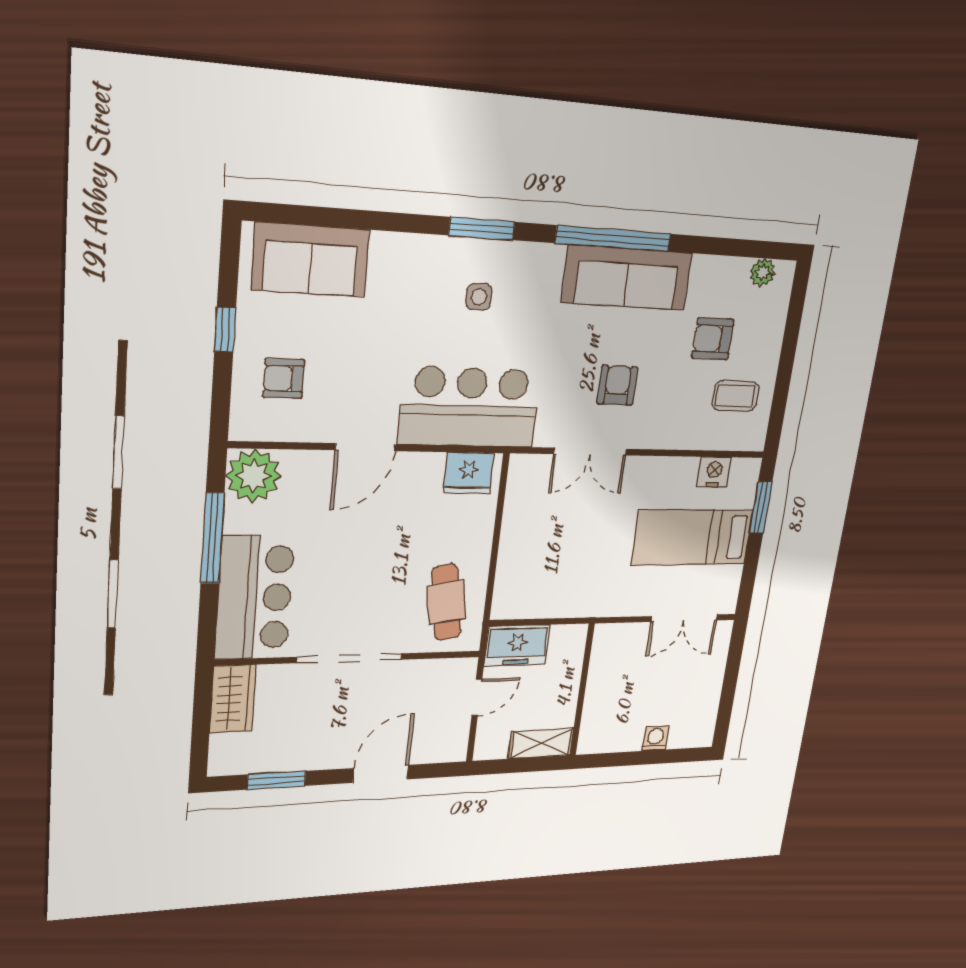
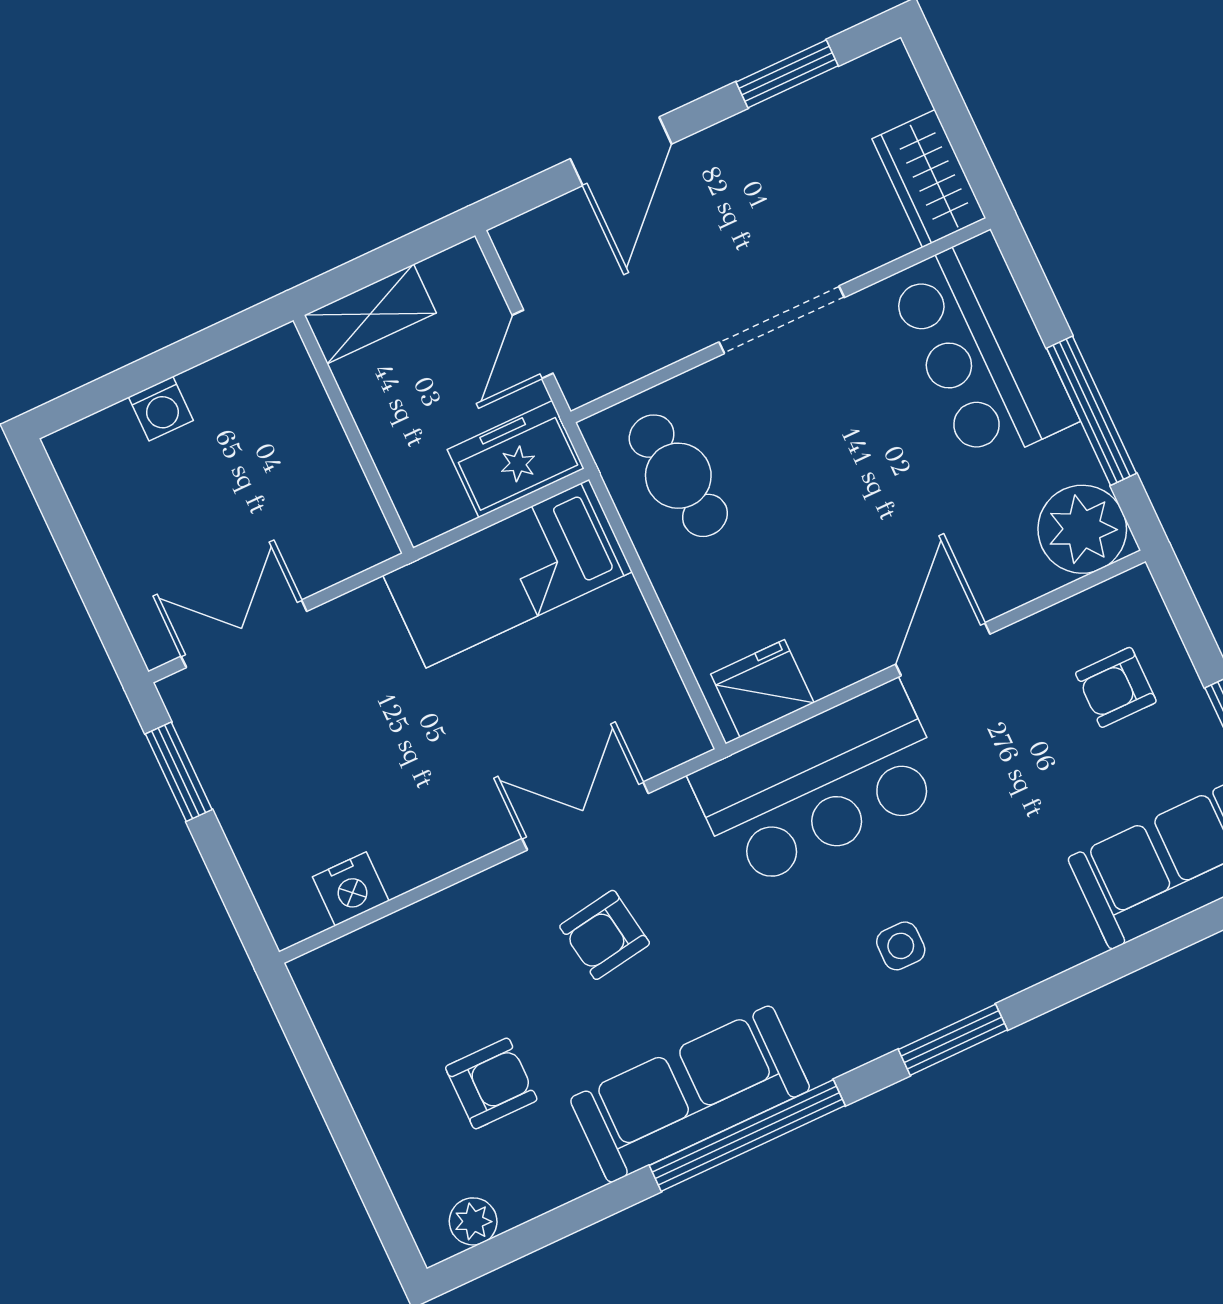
armchair: (284, 378) -> (1116, 687), turned 180
armchair: (617, 385) -> (605, 935), turned 81
coffee table: (736, 396) -> (393, 1021), removed
window: (761, 507) -> (179, 772), moved
bed: (692, 537) -> (508, 574), moved, turned 180
doorway: (350, 658) -> (782, 320), width x0.73

